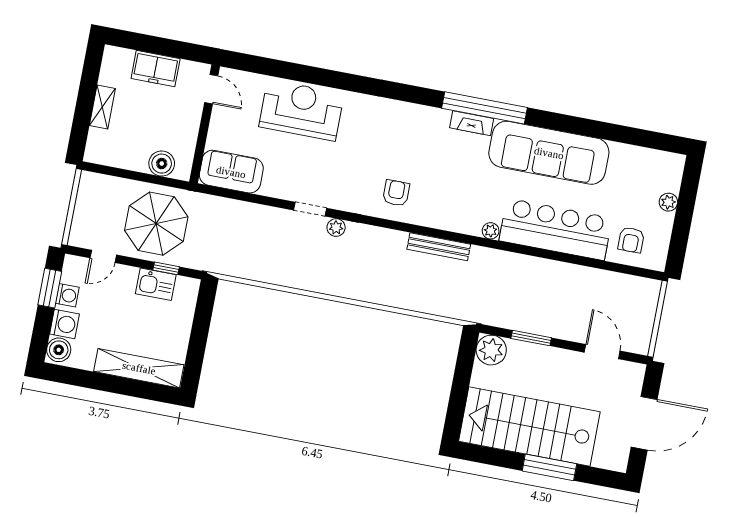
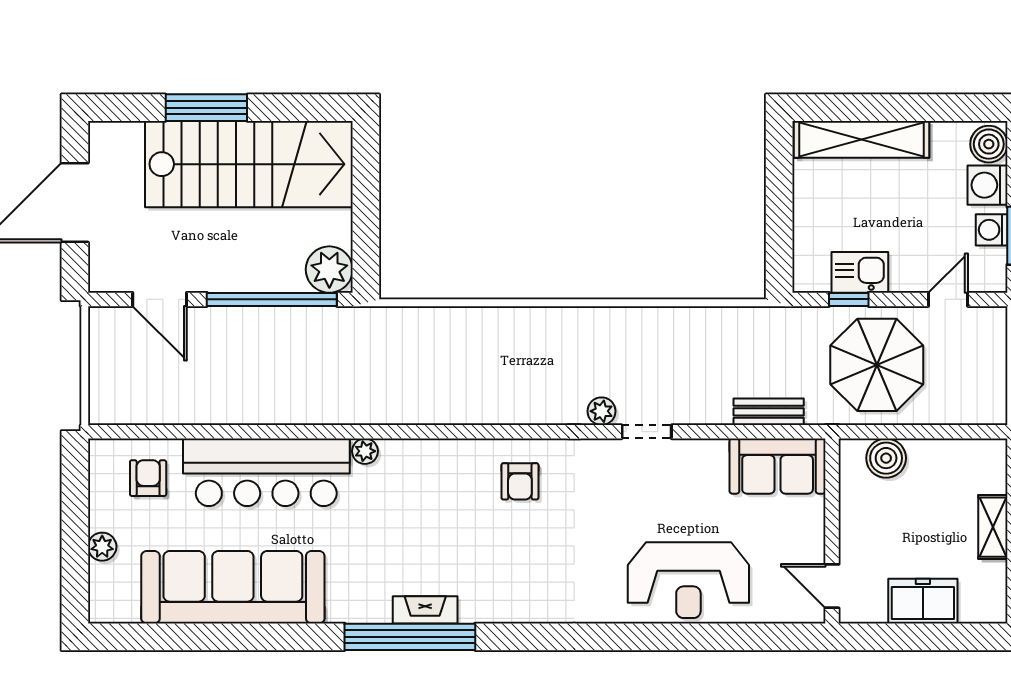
sofa: (549, 153) -> (233, 587), moved
bench: (439, 247) -> (769, 412), moved, width x0.73
window: (531, 338) -> (272, 299), width x2.11

